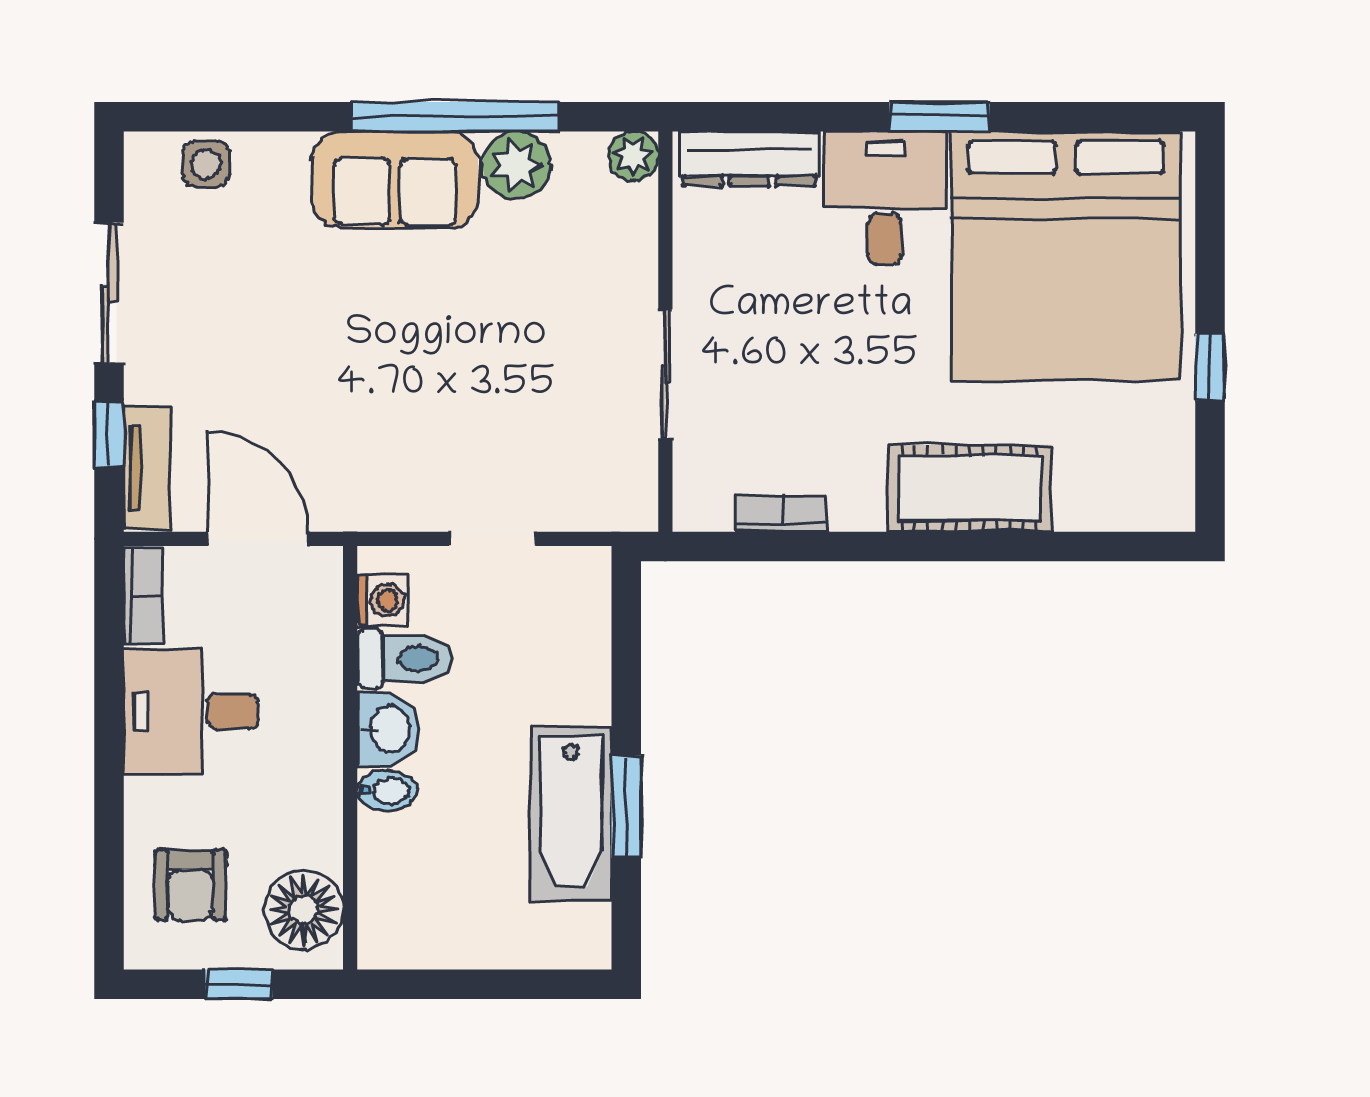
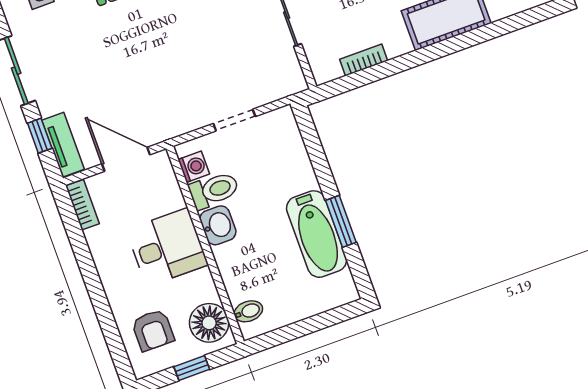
desk: (191, 711) -> (167, 247), moved, turned 180
bidet: (387, 791) -> (248, 311), moved

